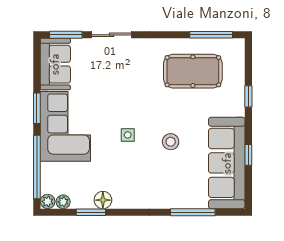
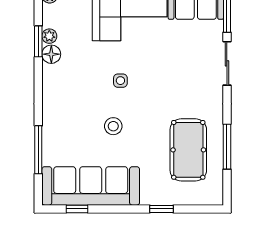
window: (211, 35) -> (227, 147), moved
window: (248, 155) -> (77, 209), moved
plant: (63, 202) -> (49, 36), moved

